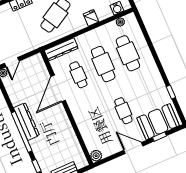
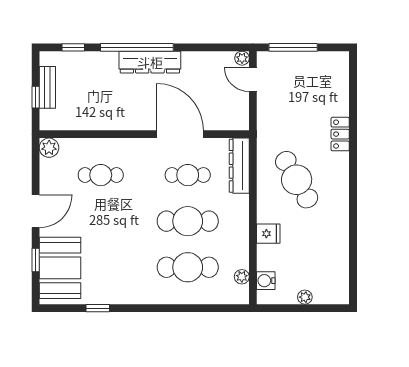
cafe table: (123, 111) -> (101, 175), moved

